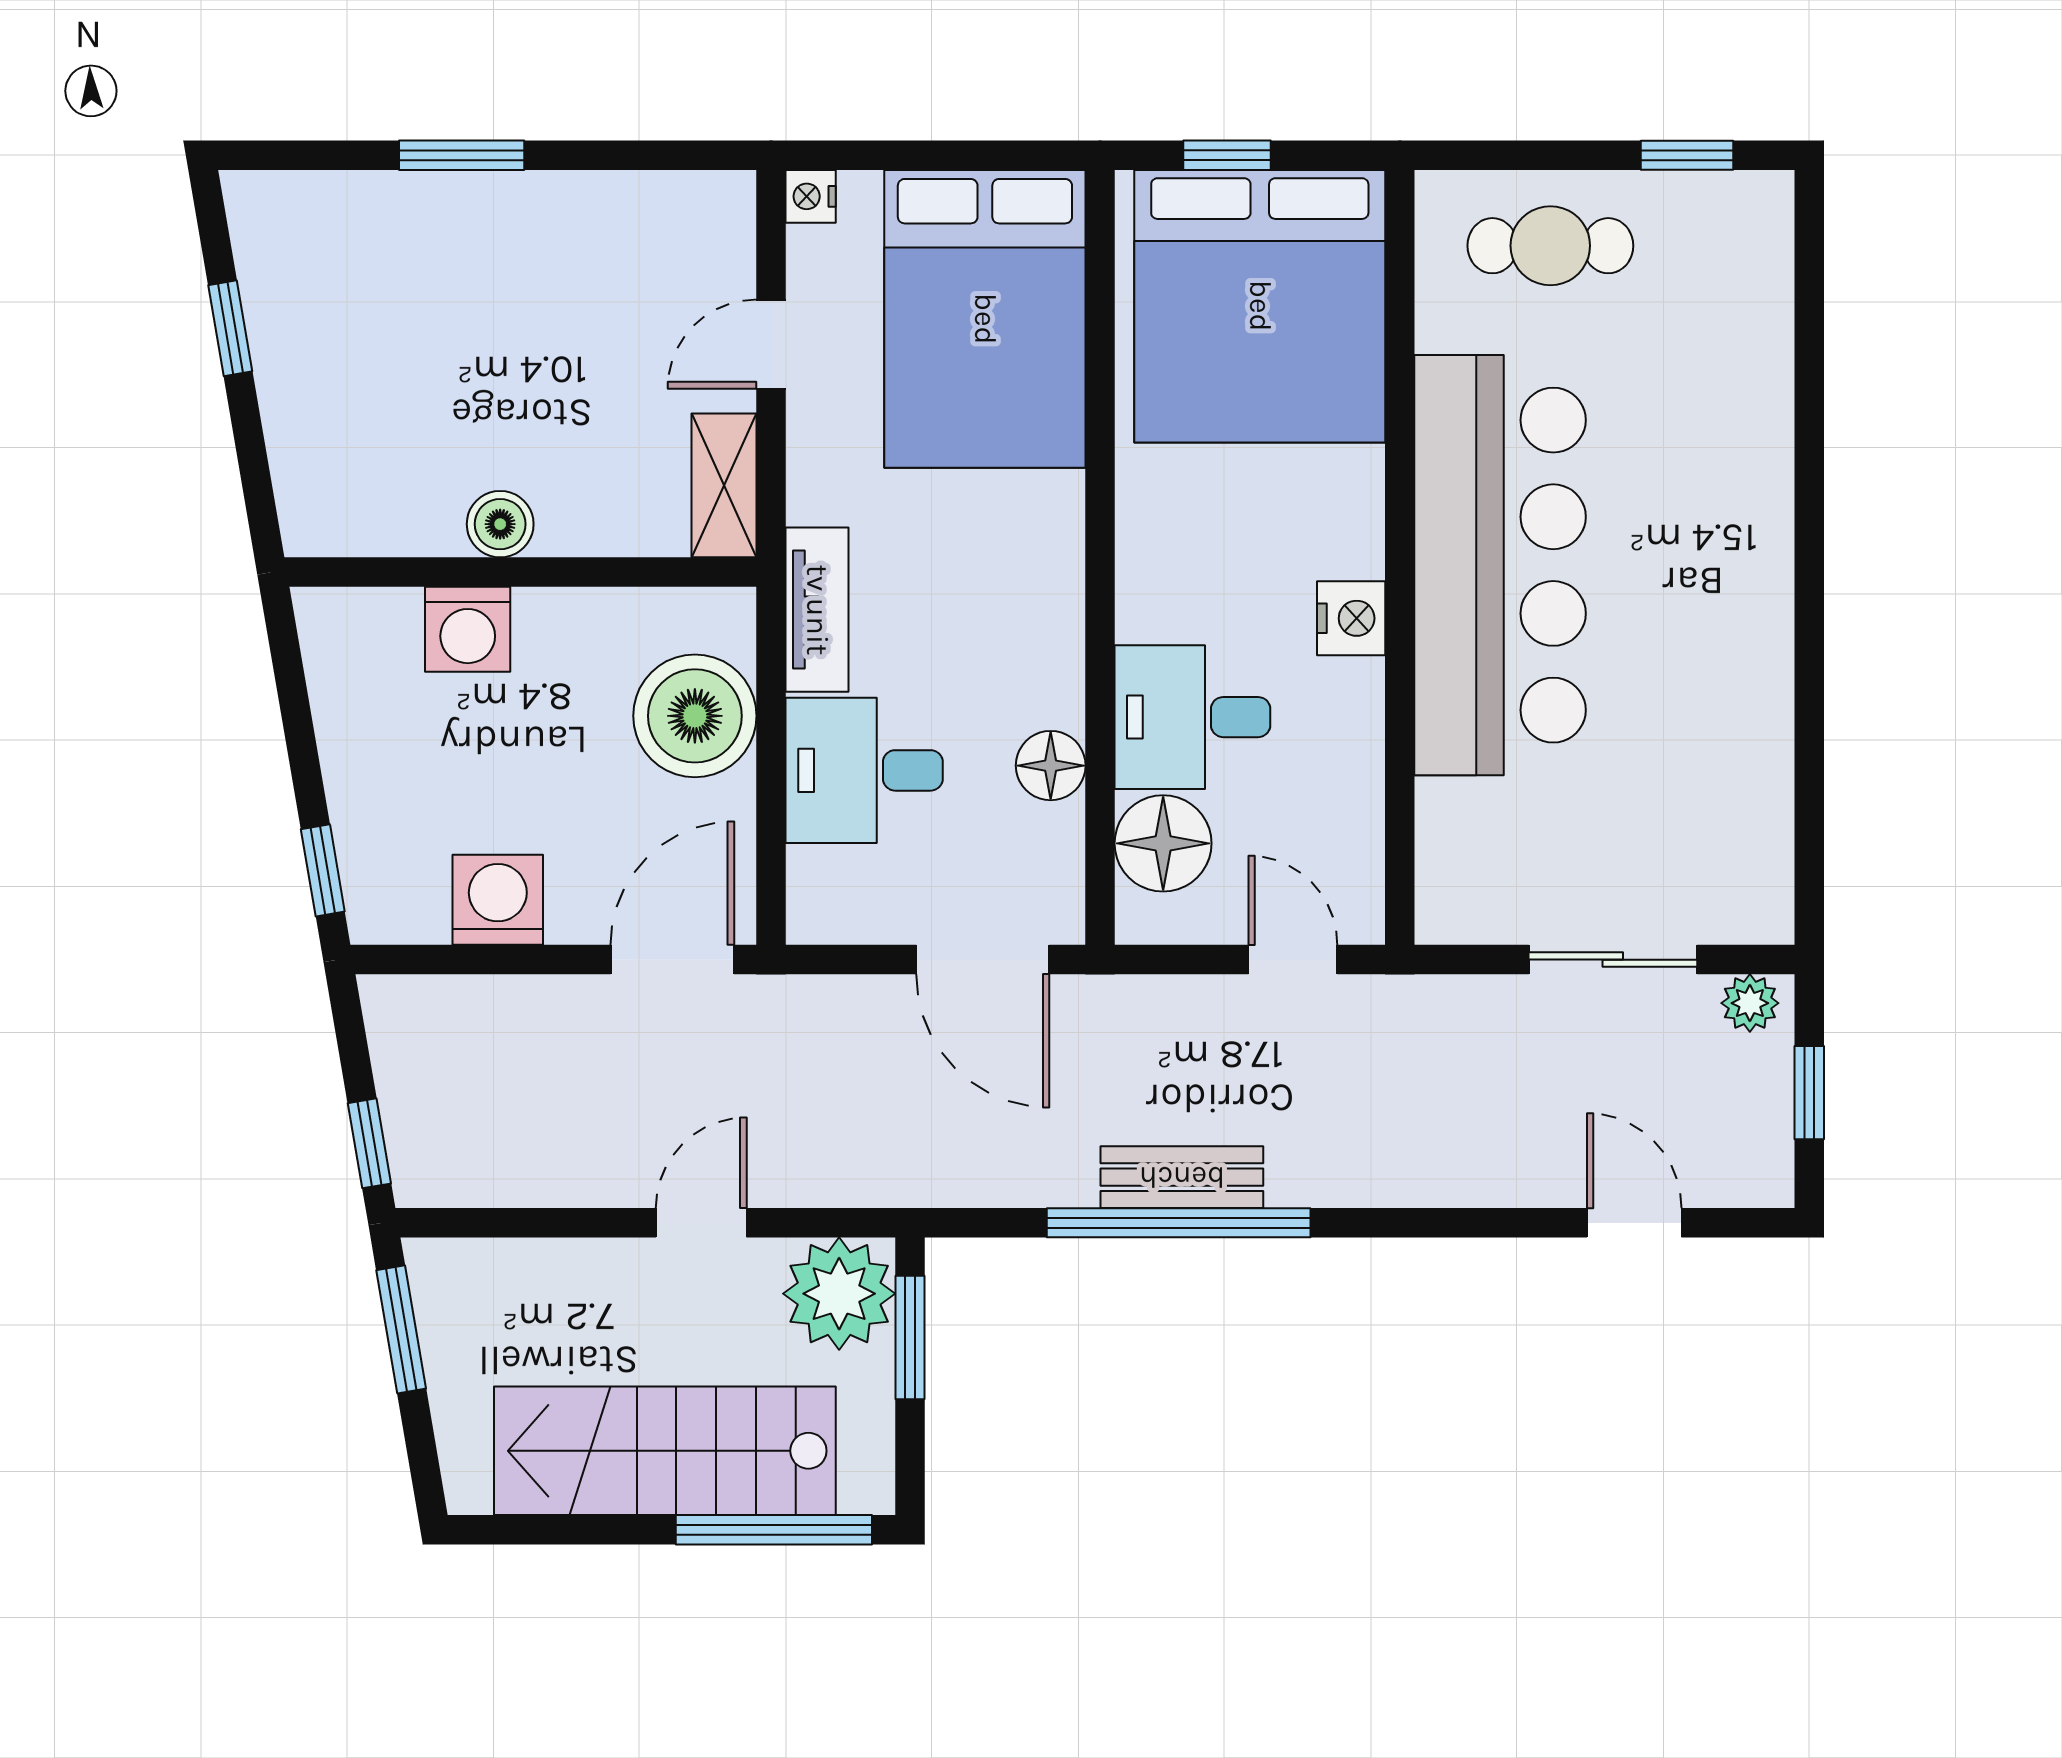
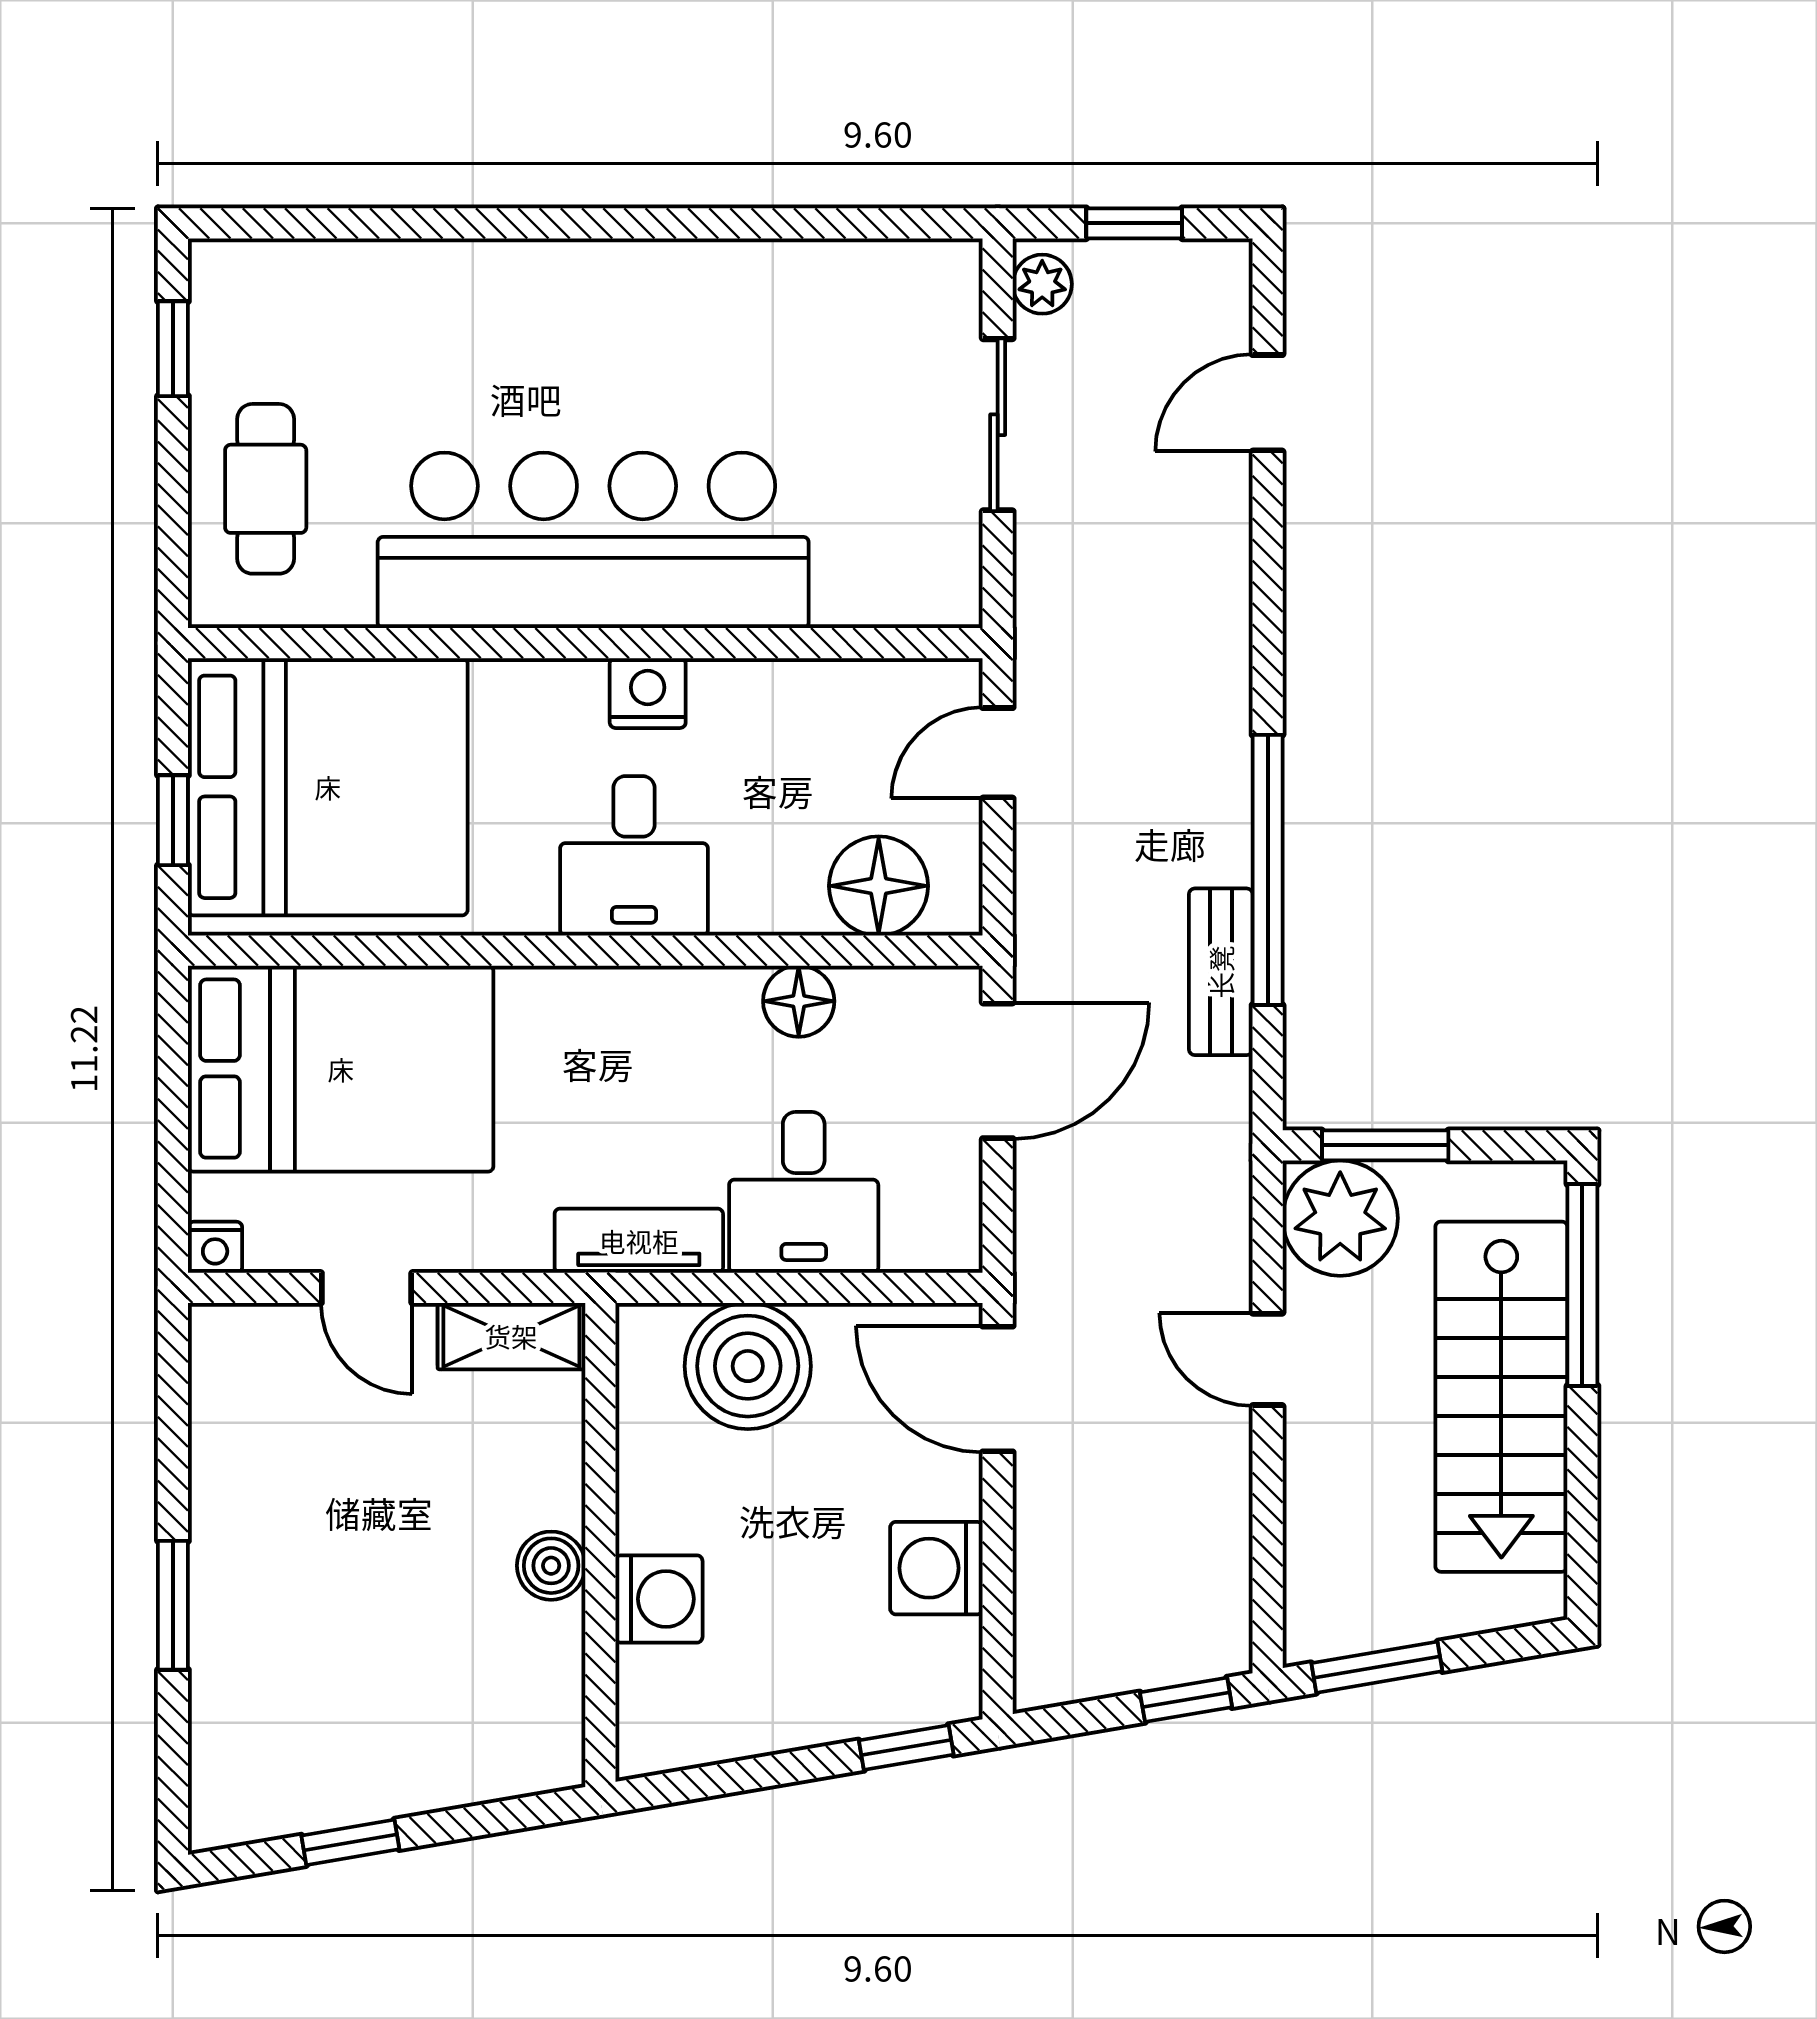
desk: (1192, 717) -> (634, 856), moved
bench: (1182, 1177) -> (1221, 972), moved

